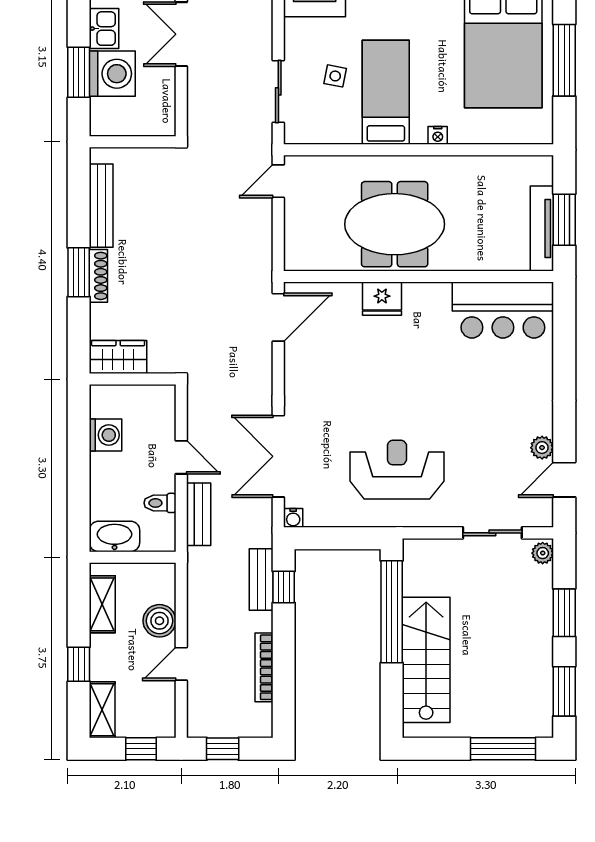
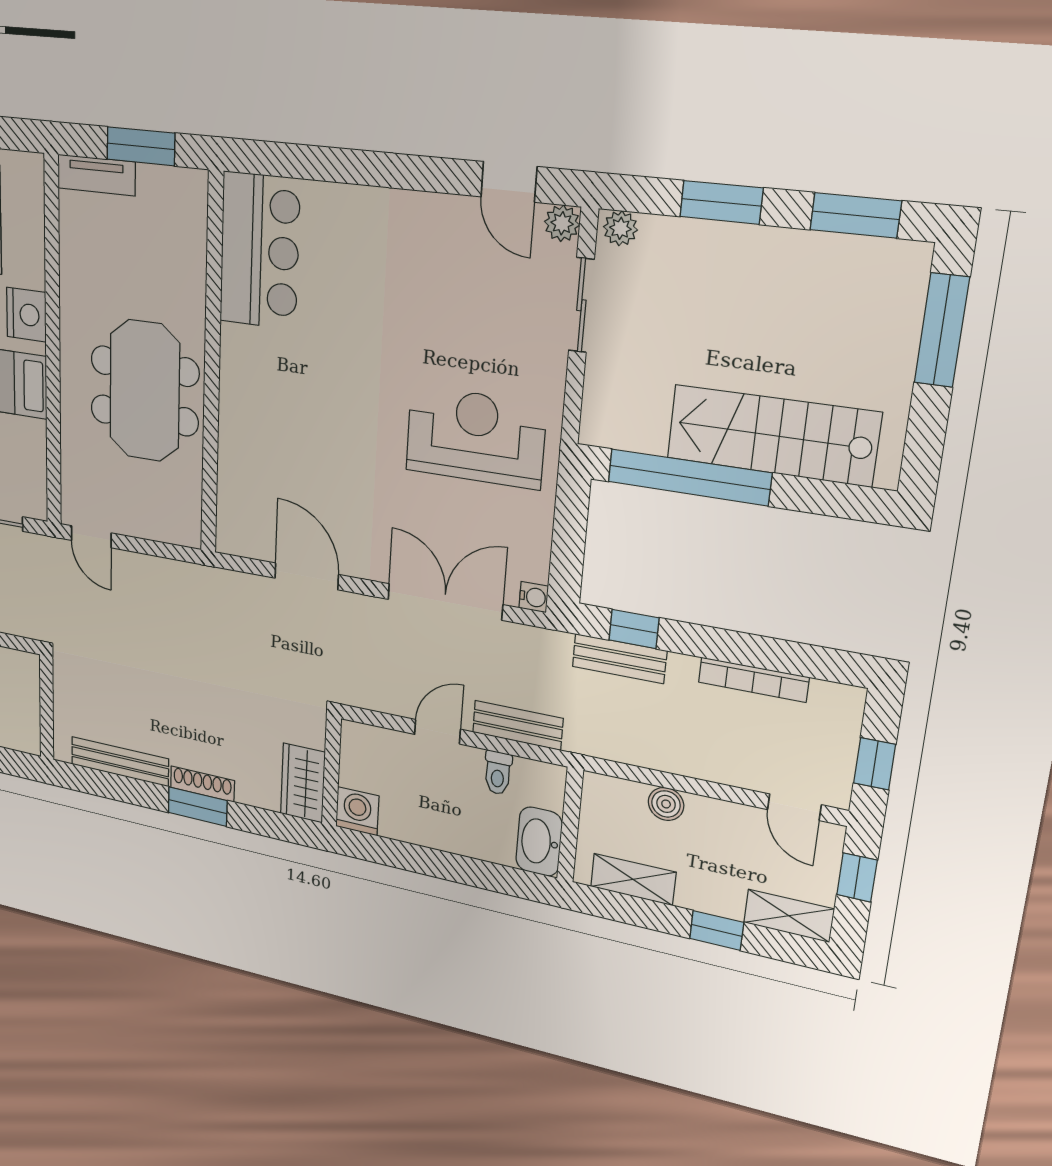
nightstand: (438, 135) -> (26, 315), width x1.89, depth x1.79
tv unit: (542, 228) -> (96, 175), moved, width x0.71
fridge: (382, 299) -> (240, 423), removed
door: (278, 317) -> (307, 576), moved
washing machine: (106, 435) -> (357, 811), moved
plant: (542, 448) -> (562, 223), moved
double door: (278, 456) -> (445, 602), swing flipped
reception desk: (397, 470) -> (475, 437), turned 90
boiler: (159, 621) -> (666, 804), width x0.73, depth x0.73
door: (181, 664) -> (794, 807), moved

